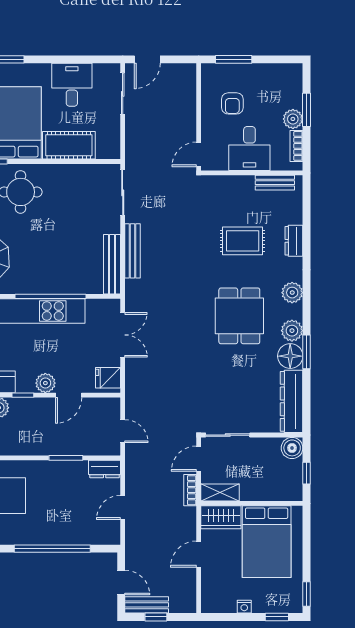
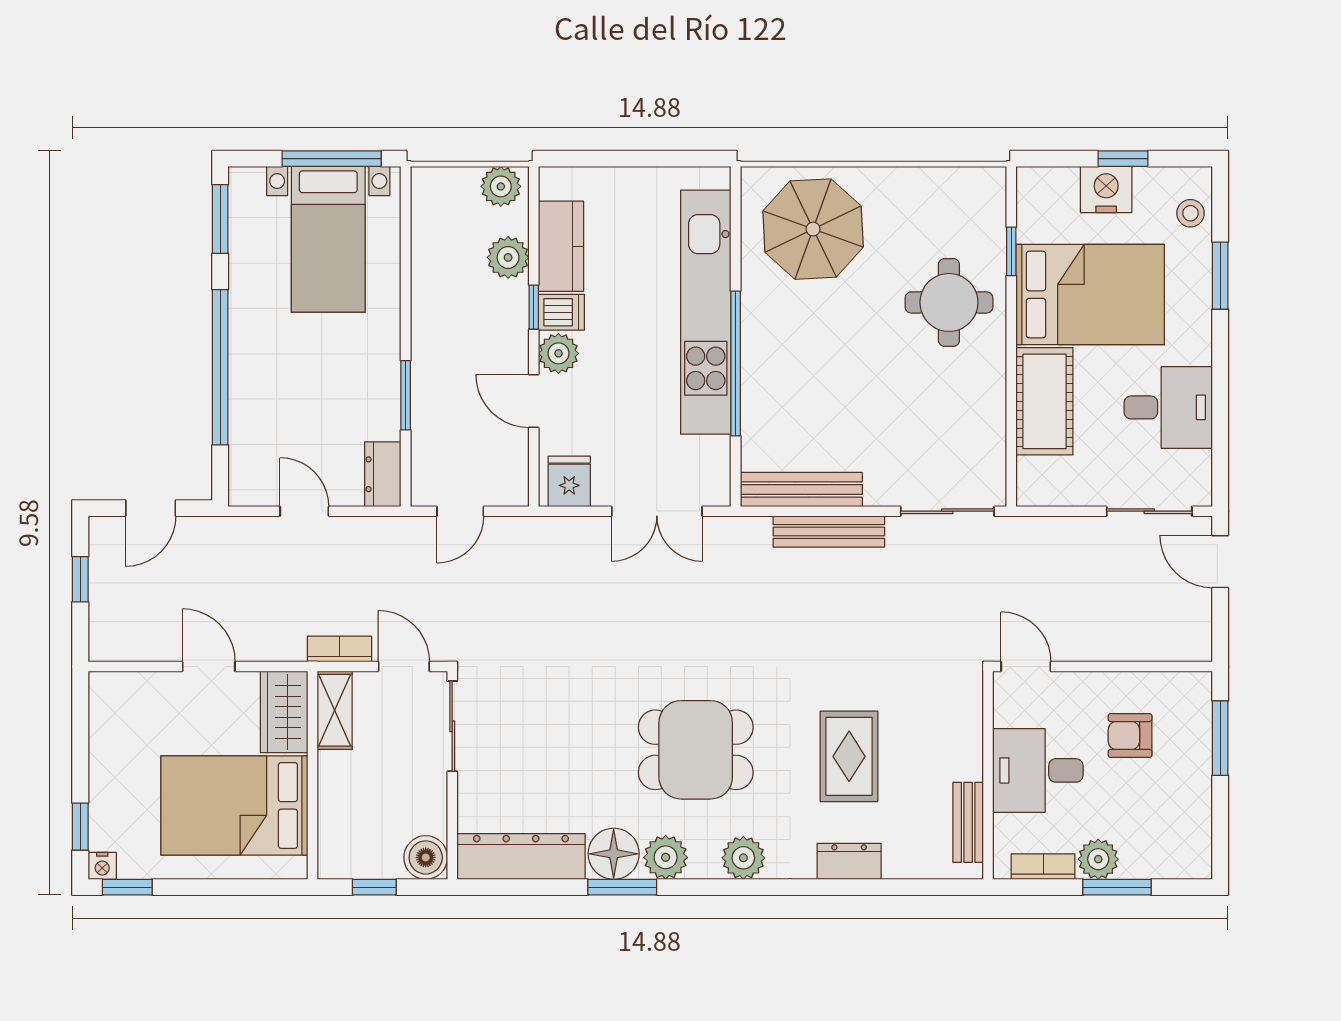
dishwasher: (25, 382) -> (561, 312), added
bench: (147, 605) -> (105, 560), removed
nightstand: (244, 607) -> (102, 866), moved, turned -90

